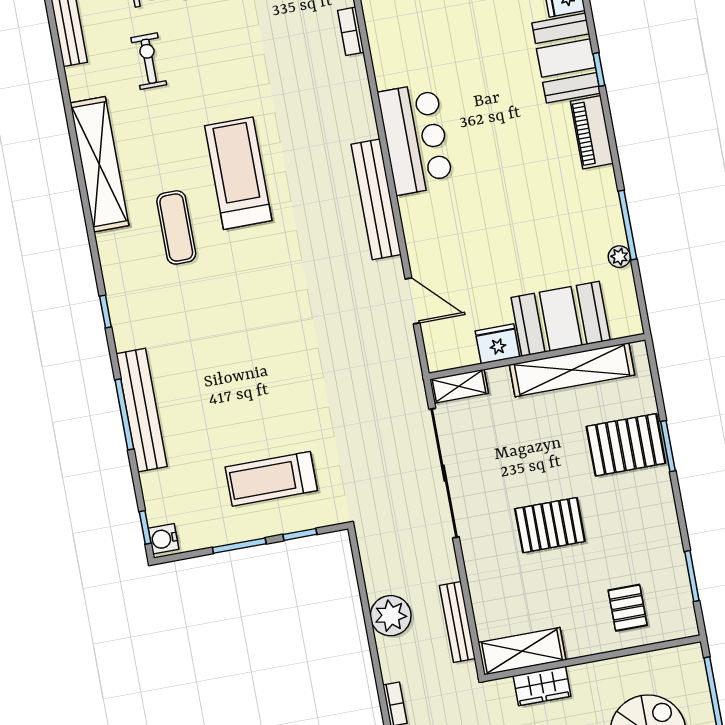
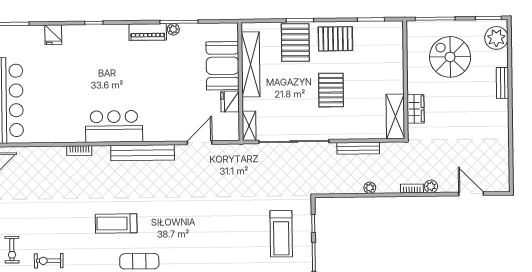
bookcase: (351, 31) -> (79, 151), moved
booth: (566, 58) -> (85, 39), removed
piano: (592, 132) -> (148, 32), moved
treadmill: (238, 173) -> (116, 223), width x0.73, depth x0.73
plant: (619, 257) -> (173, 29), moved
pallet: (628, 608) -> (335, 39), moved, width x1.50, depth x1.42
plant: (391, 616) -> (370, 188), width x0.53, depth x0.53
bench: (457, 622) -> (358, 148), moved

